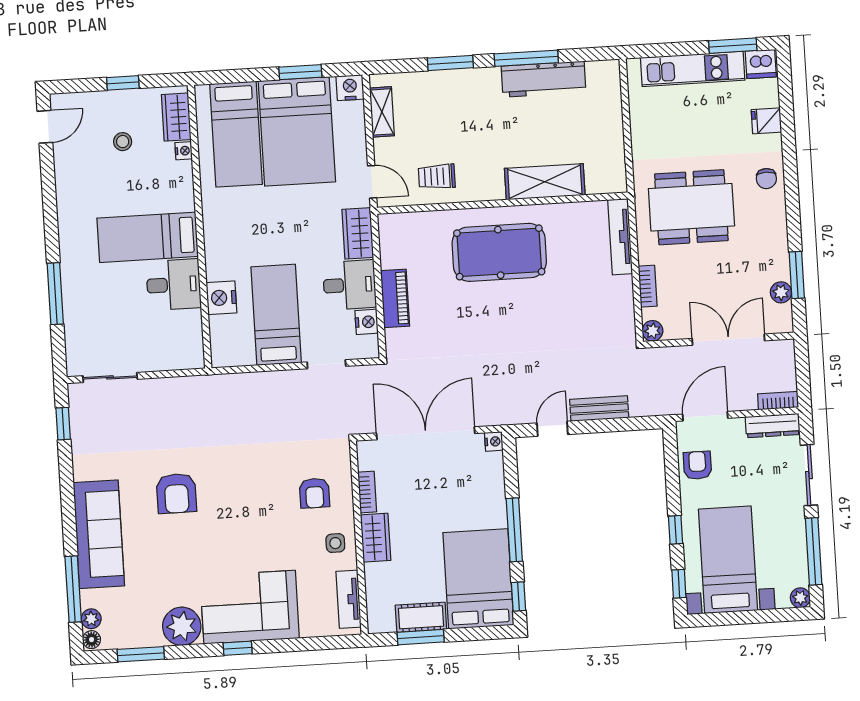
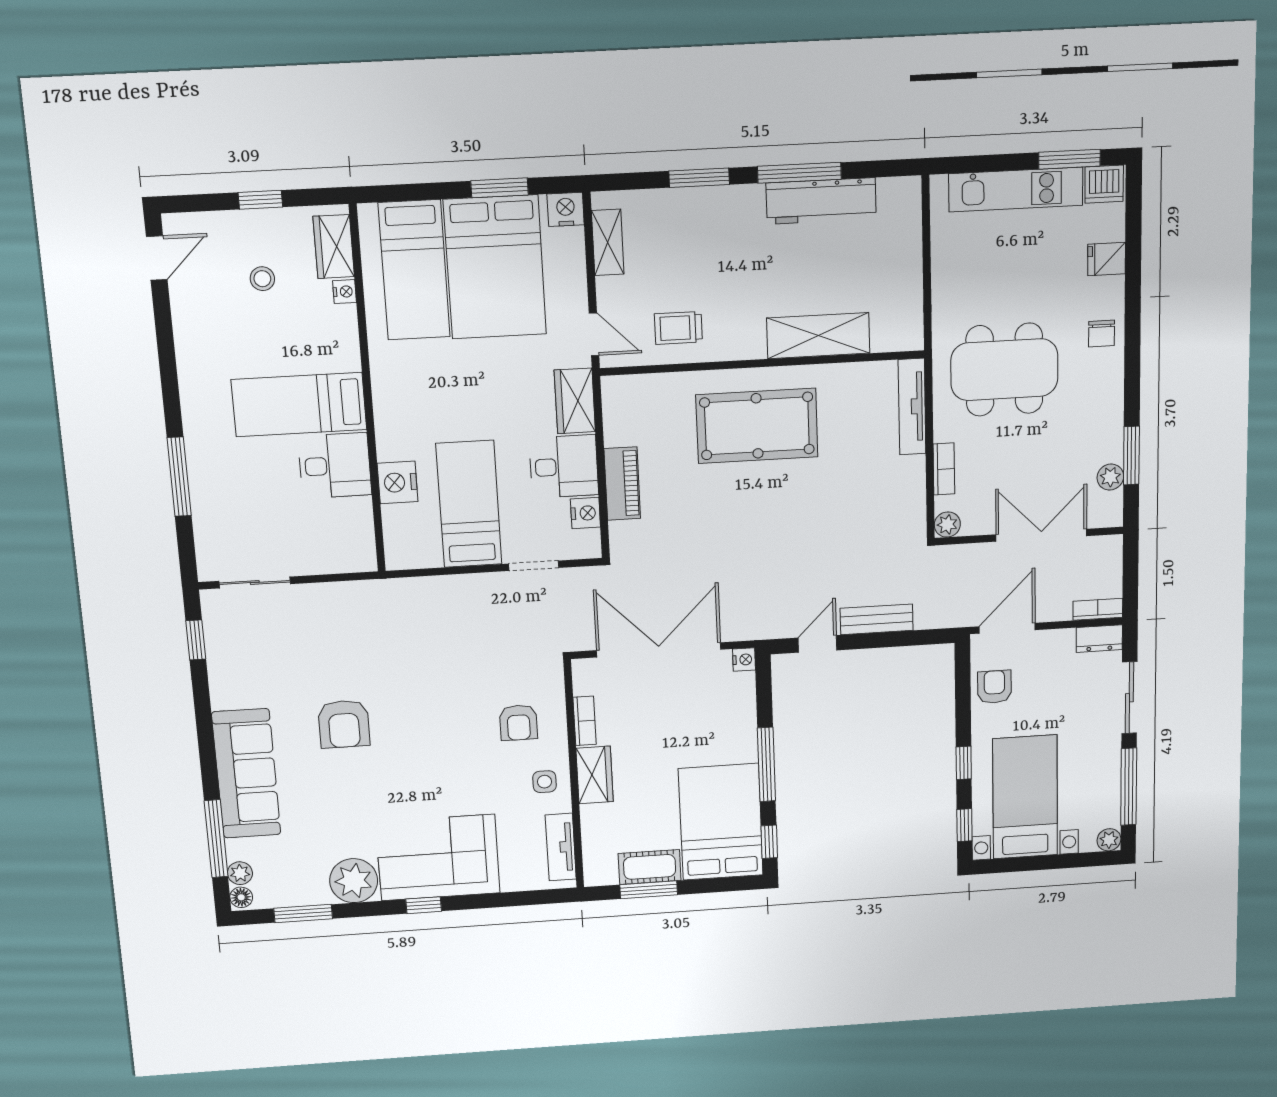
dresser: (773, 426) -> (1099, 639), width x0.70

